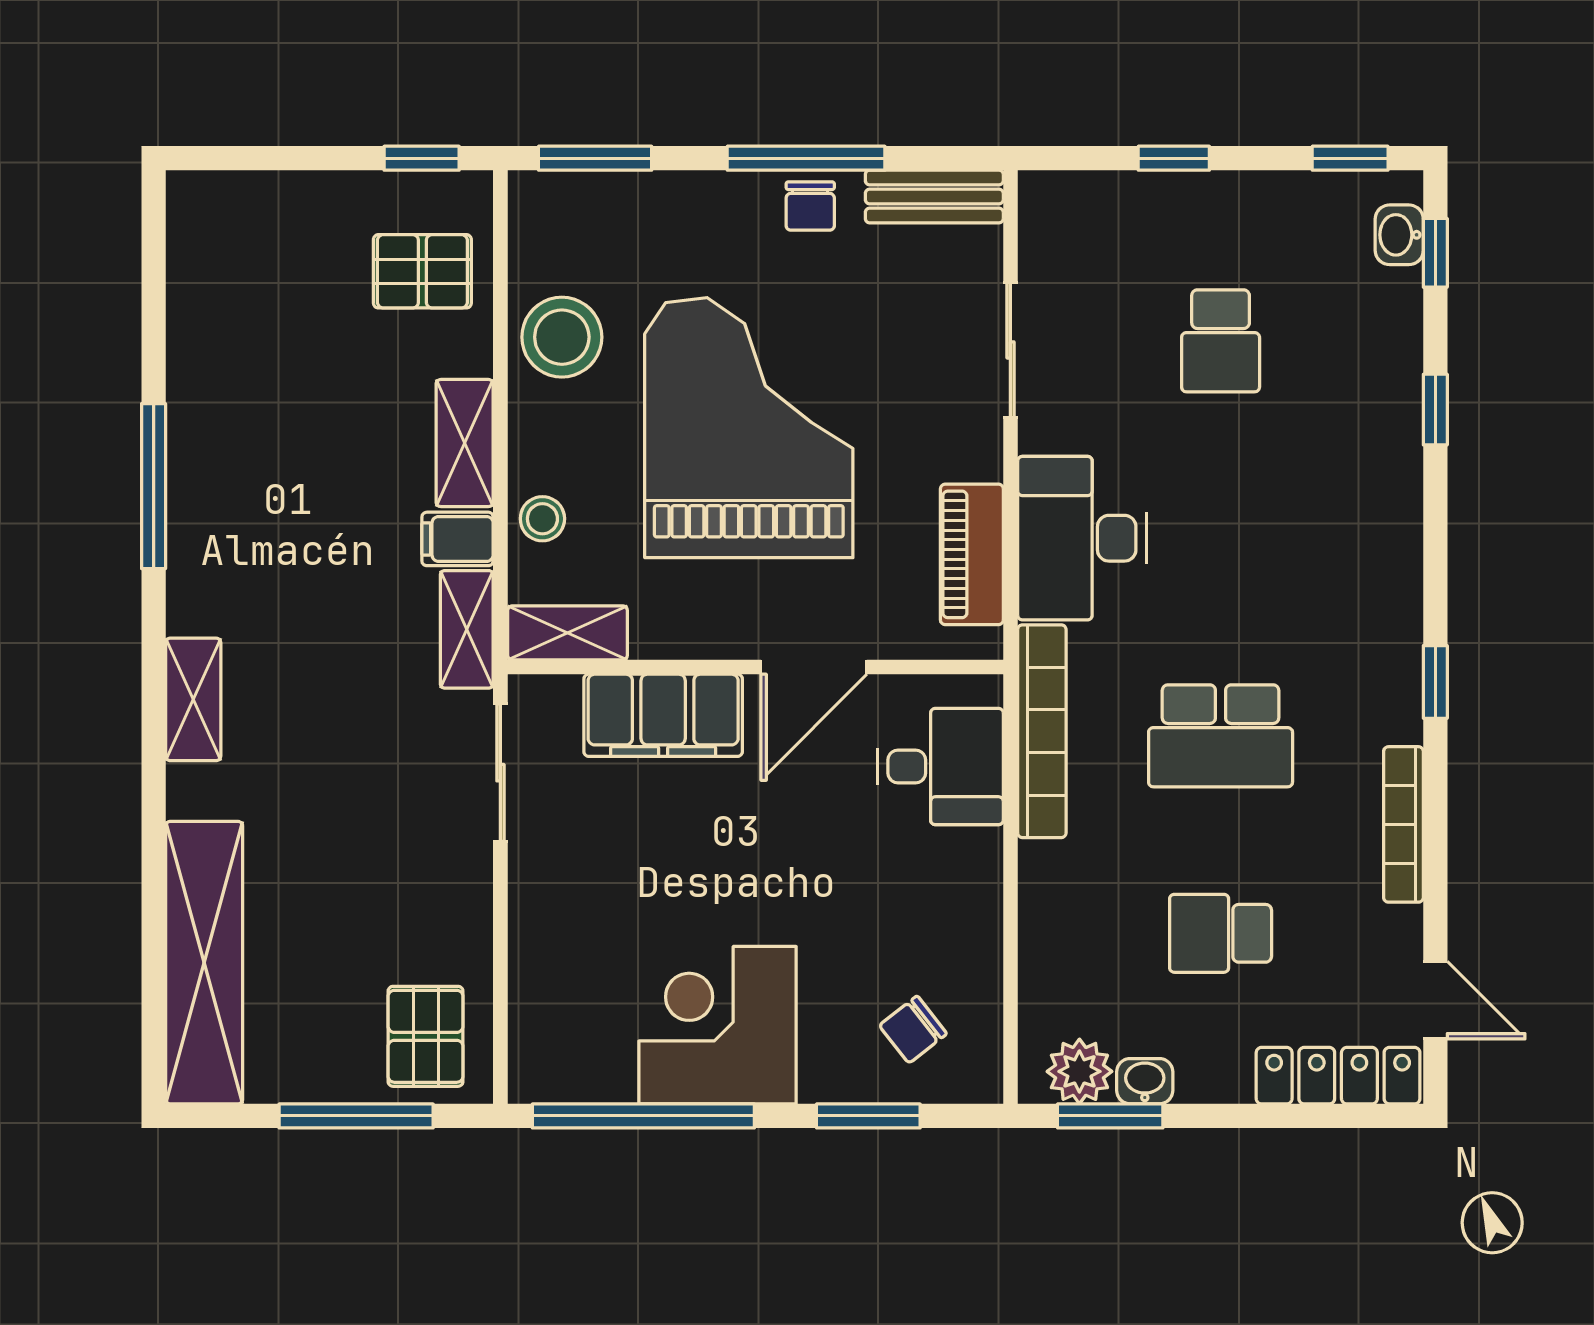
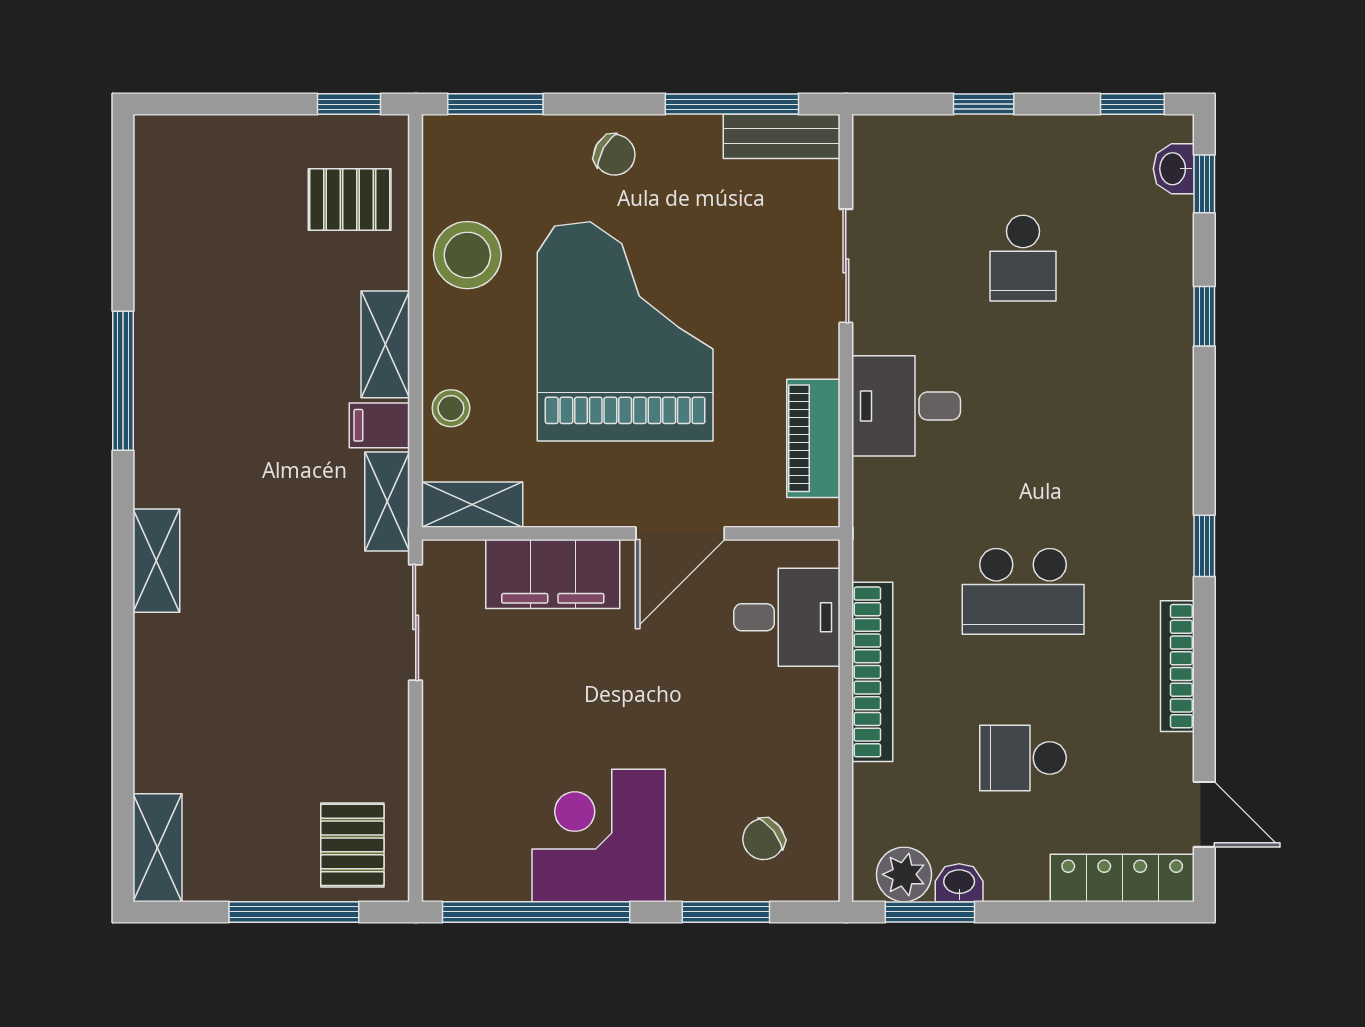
window: (806, 158) -> (732, 104), moved
chair: (810, 206) -> (614, 155), moved, turned -61
desk: (1082, 538) -> (906, 406), width x0.73
bookcase: (1042, 731) -> (872, 672), moved
shelving: (204, 963) -> (157, 848), width x0.45, depth x0.75

